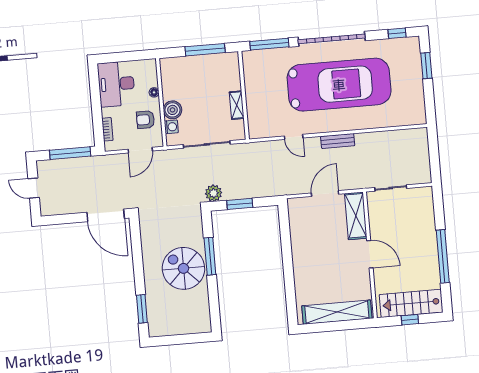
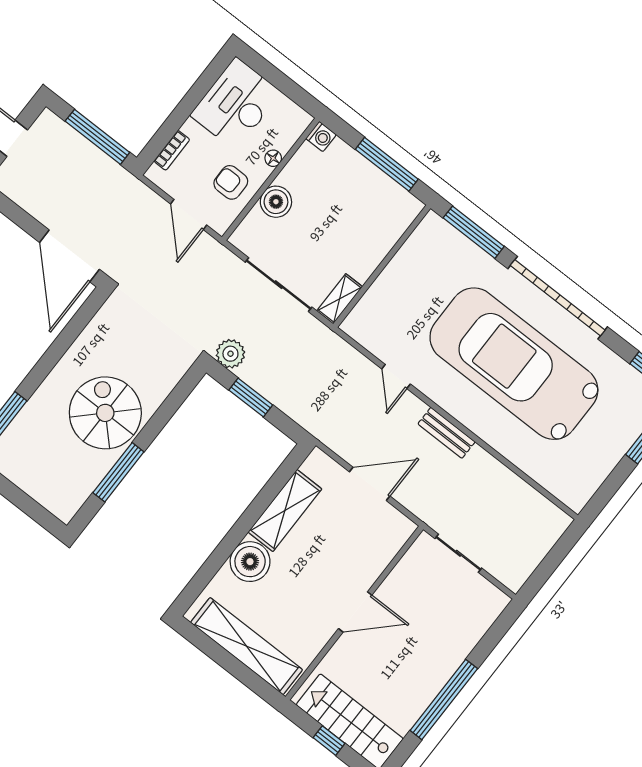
car: (339, 85) -> (514, 364), turned 180
shelving: (237, 105) -> (340, 299), moved
washing machine: (171, 127) -> (321, 137), moved
door: (140, 150) -> (189, 214), hinge flipped
shelving: (356, 216) -> (285, 511), moved
door: (370, 254) -> (355, 612), hinge flipped
window: (210, 256) -> (118, 472), moved
boiler: (305, 274) -> (250, 562), added

